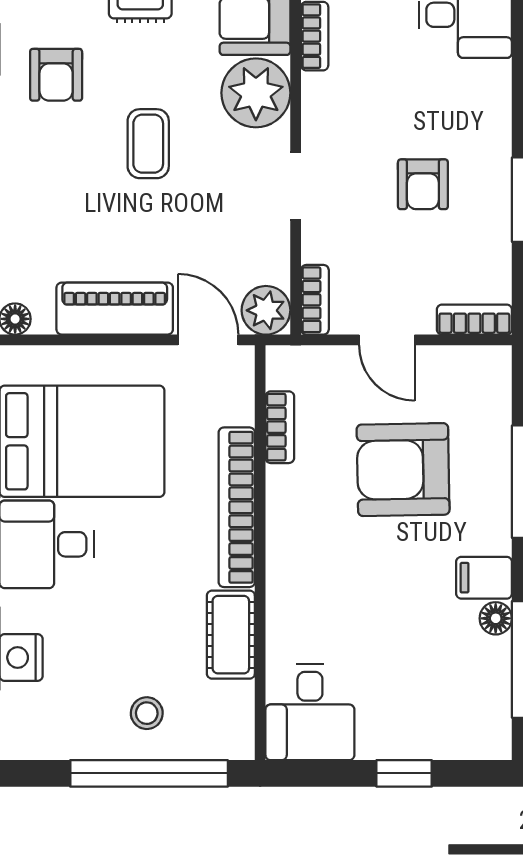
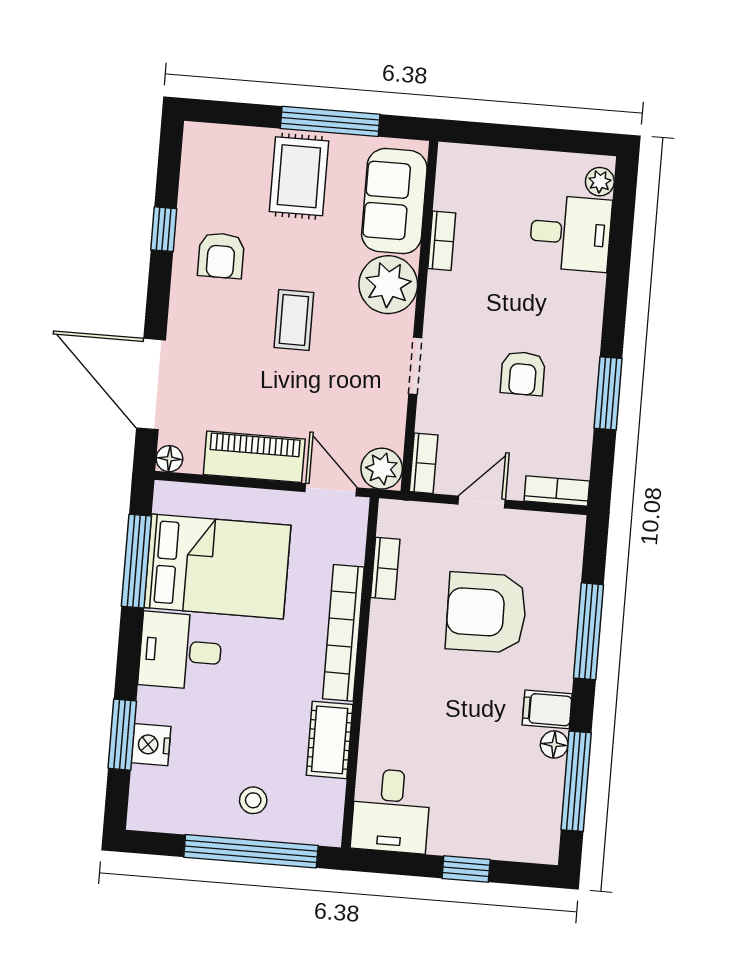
door: (387, 340) -> (482, 502), swing flipped

